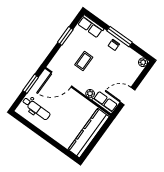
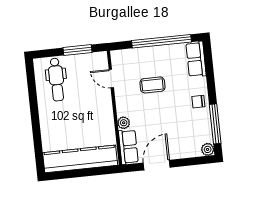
window: (65, 36) -> (162, 41), width x2.11
window: (120, 37) -> (215, 124), moved
door: (61, 79) -> (111, 79), width x0.53
door: (127, 96) -> (157, 165), hinge flipped

